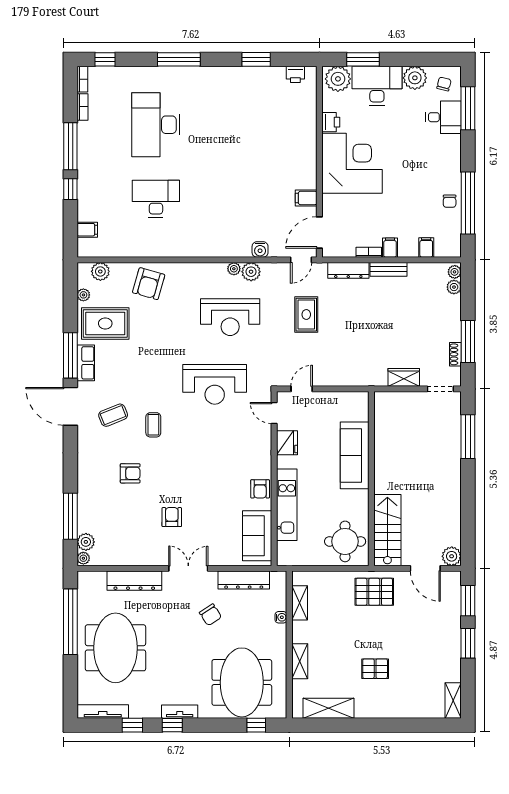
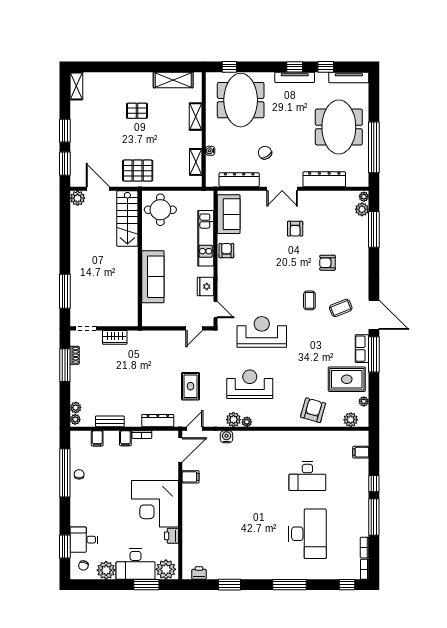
window: (468, 108) -> (65, 547), width x0.69
bench: (389, 269) -> (110, 421), moved
tv unit: (180, 712) -> (295, 77), width x1.41

